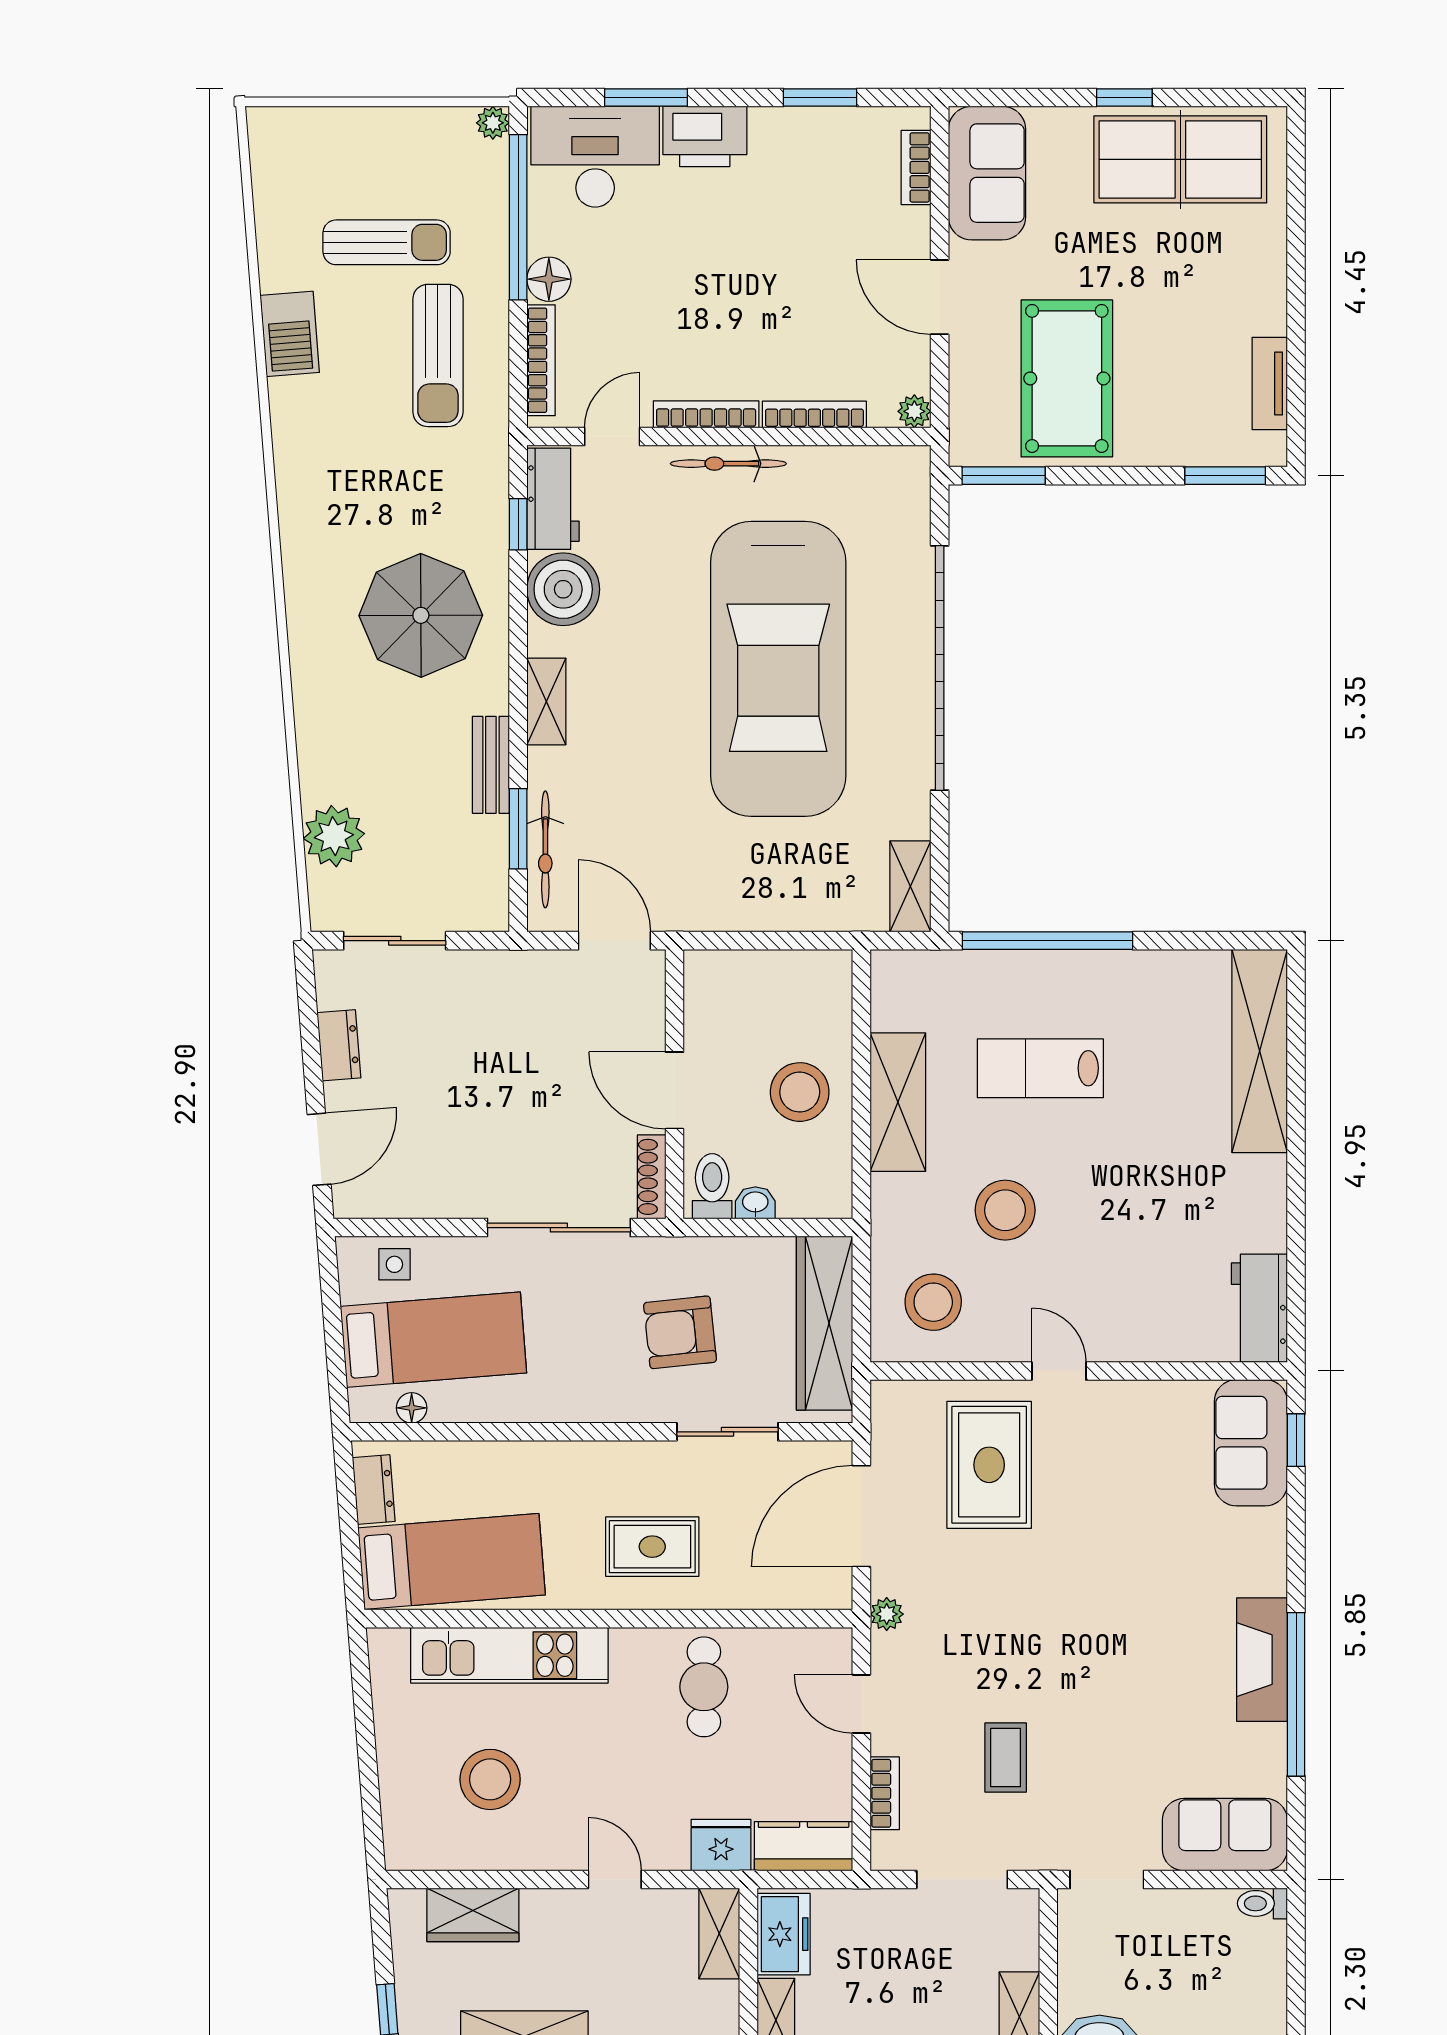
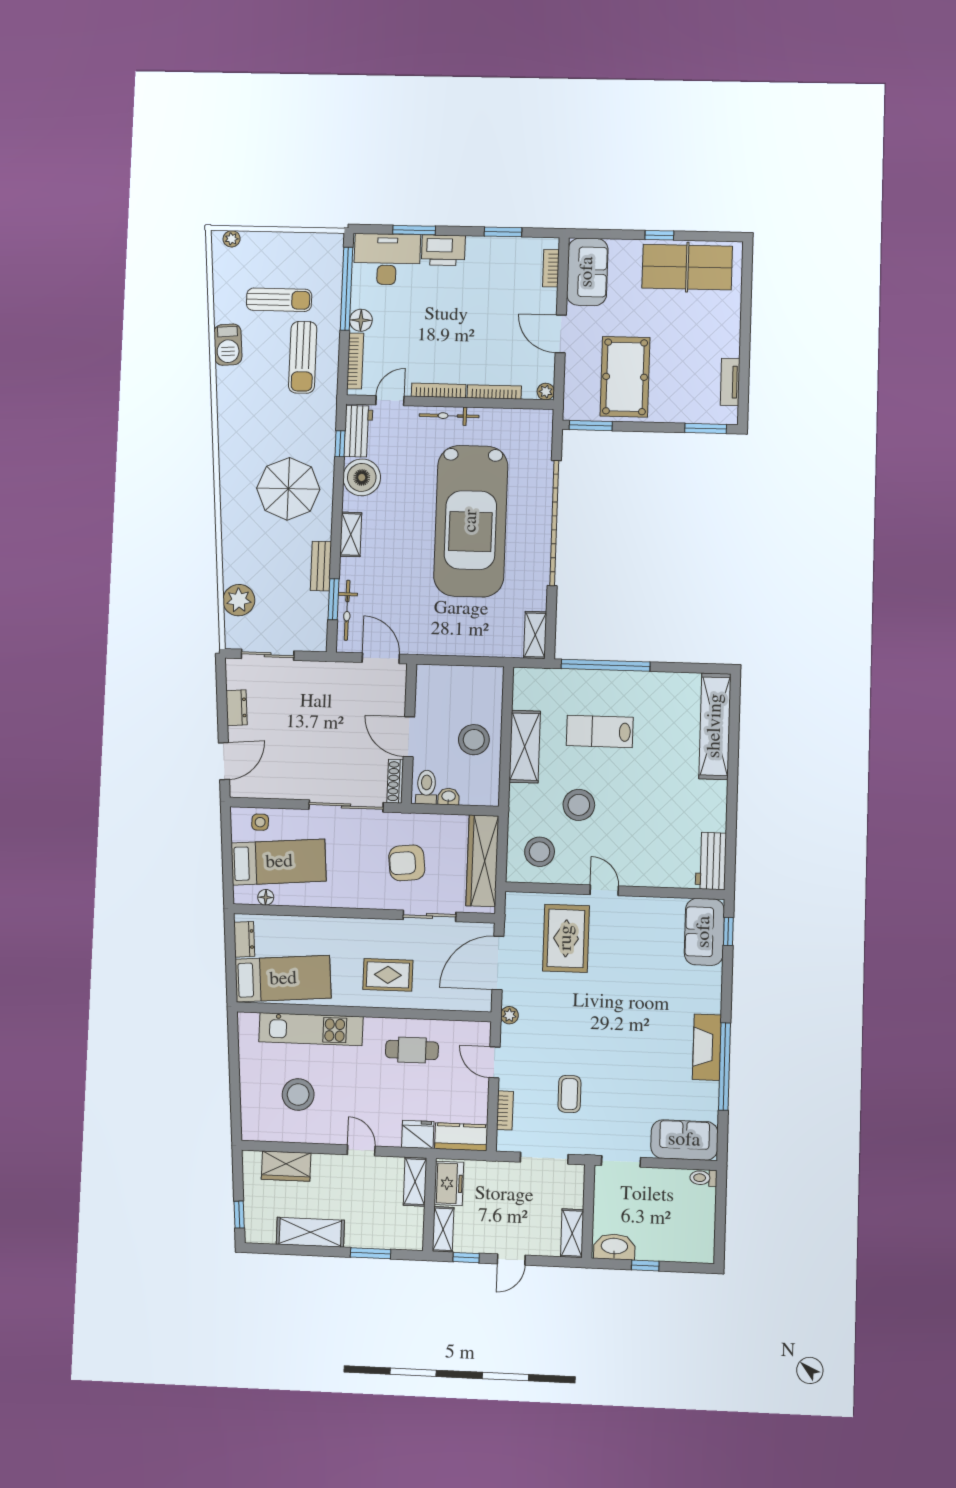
plant: (493, 123) -> (232, 239), moved
cafe table: (704, 1687) -> (412, 1050), turned 90

